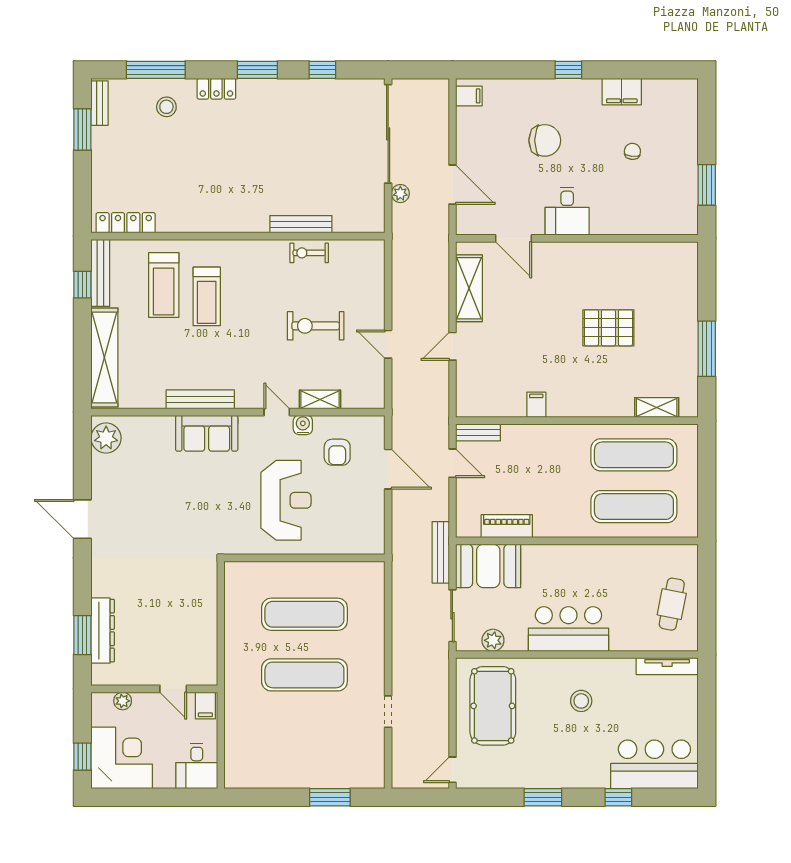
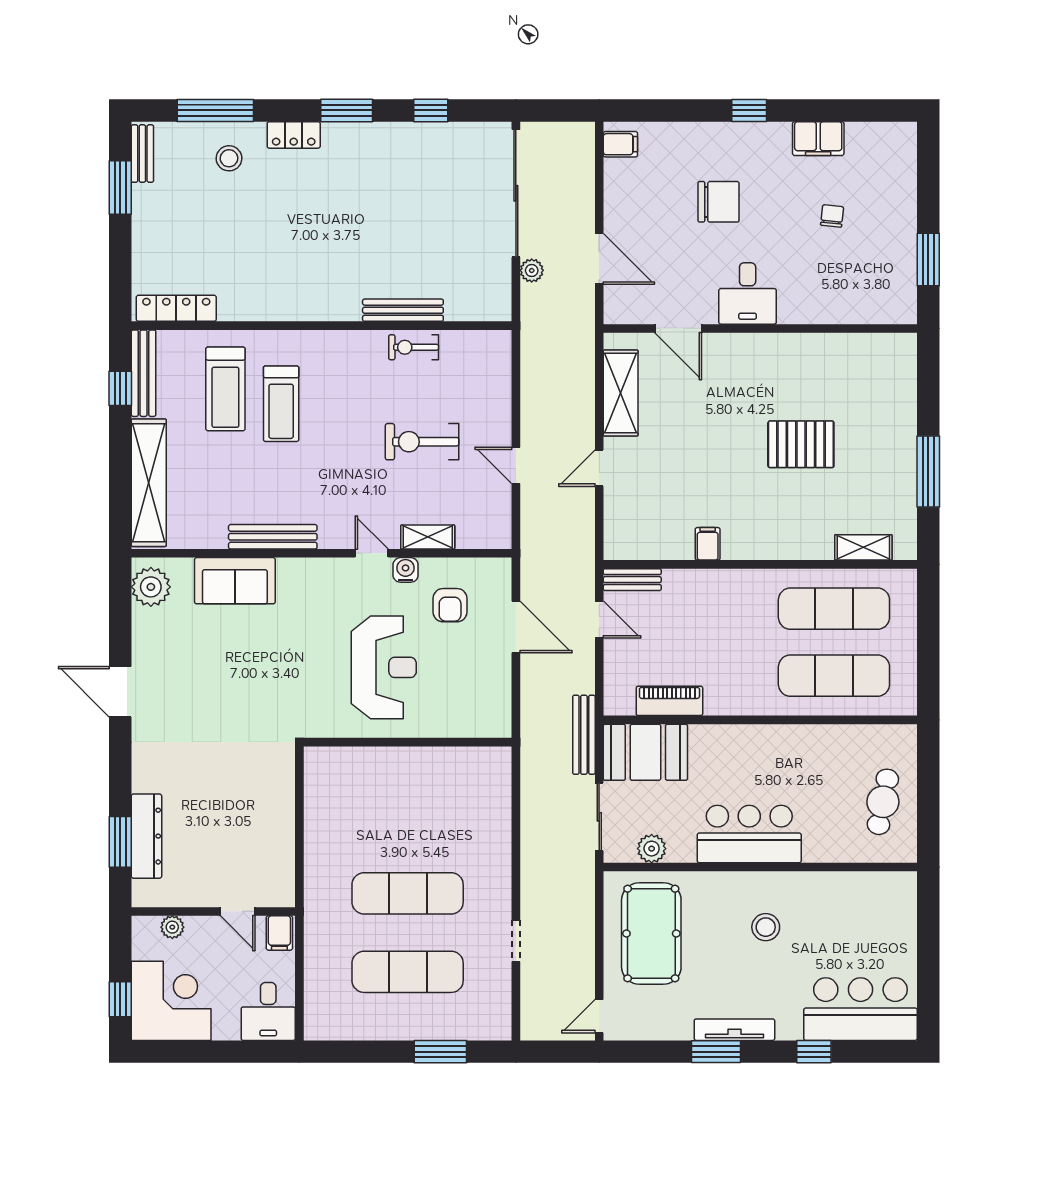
sofa: (207, 433) -> (235, 581), moved
exercise mat: (304, 614) -> (408, 972), moved
tv unit: (667, 666) -> (734, 1030), moved, turned 180

